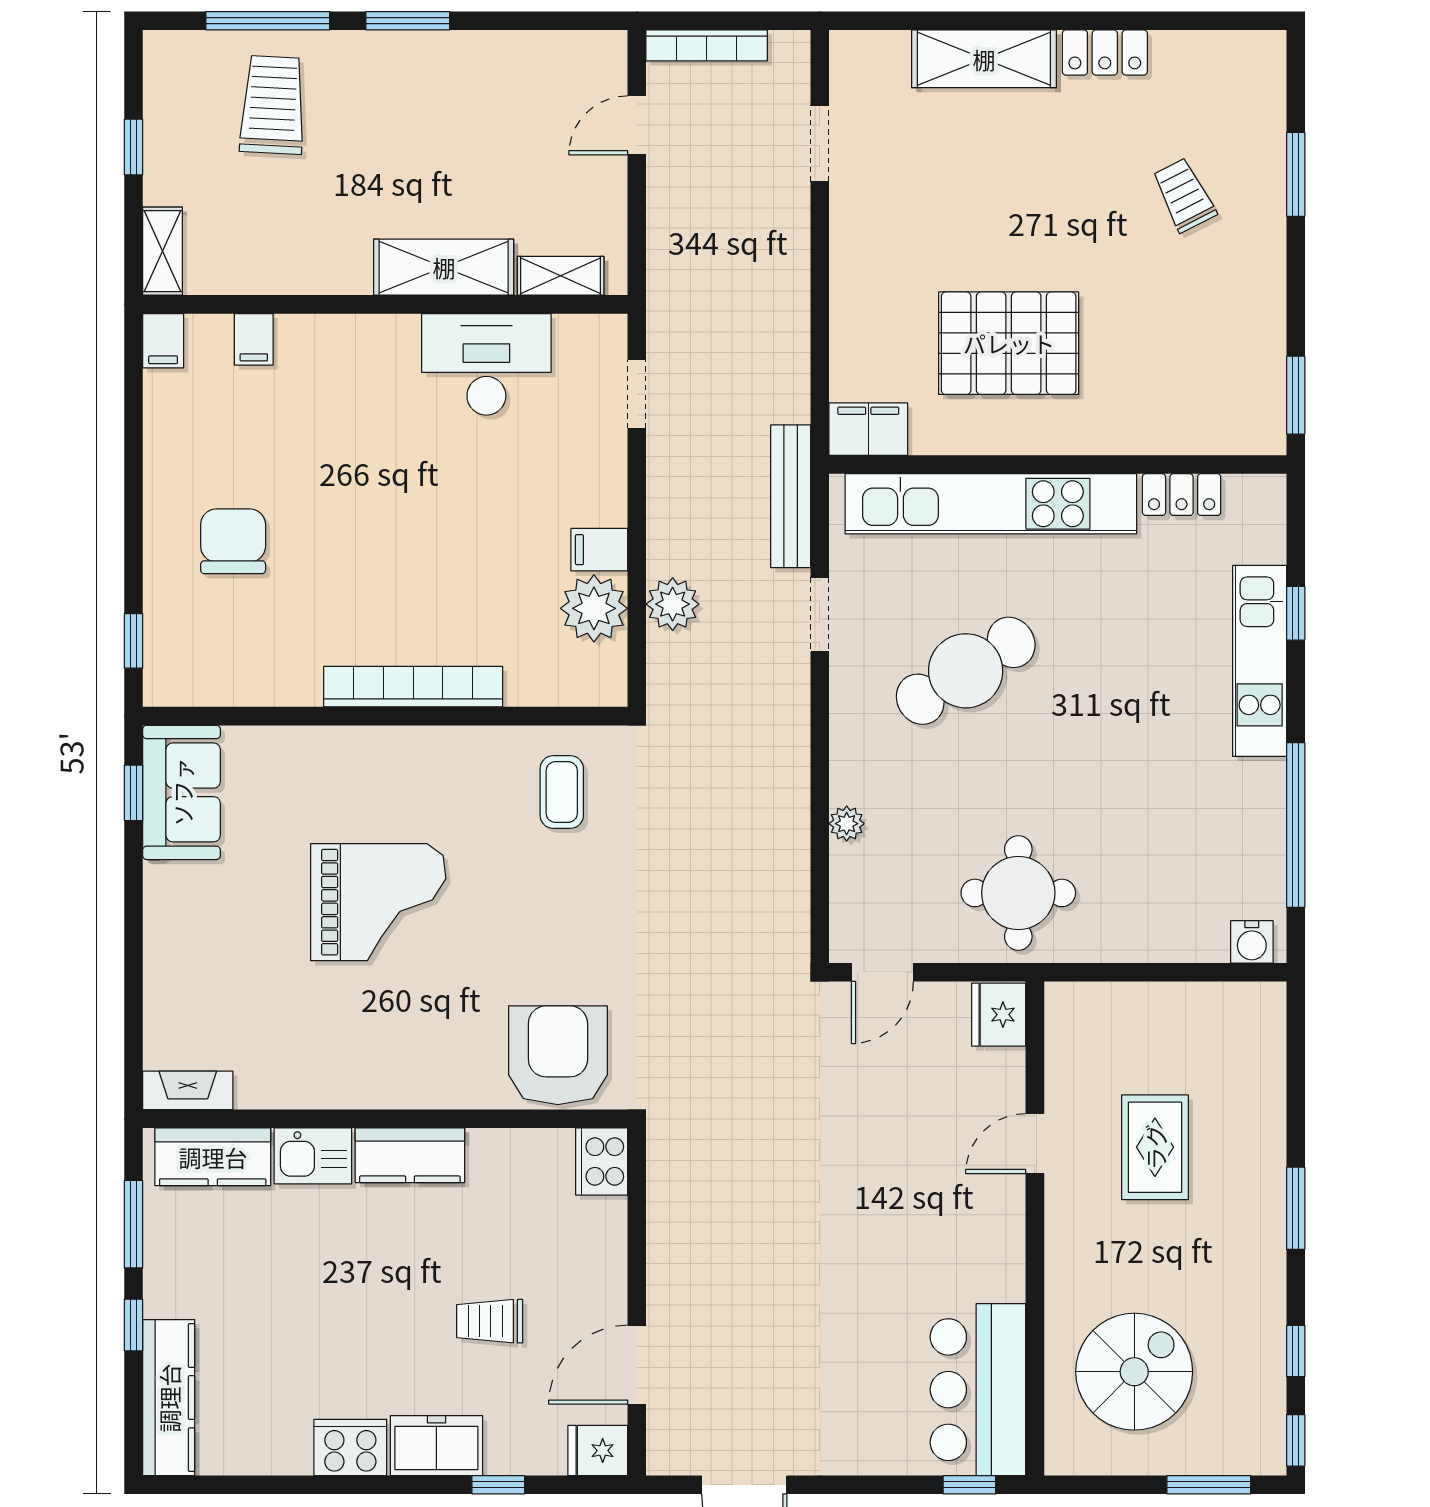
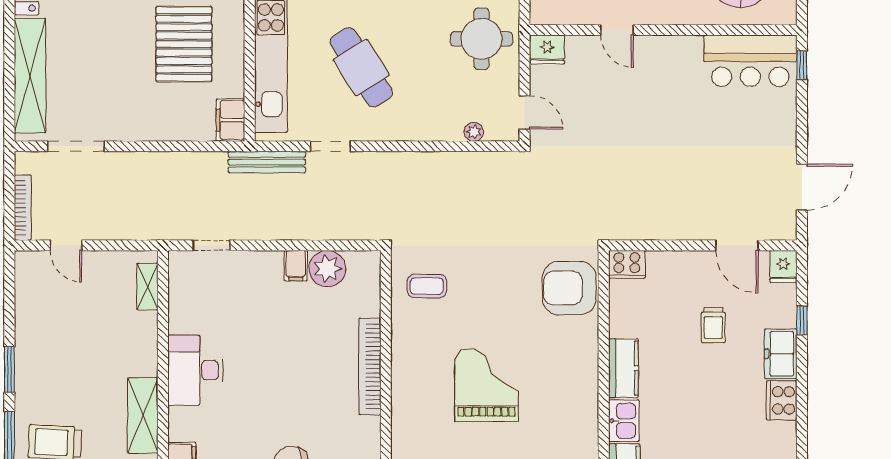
shelving: (984, 59) -> (30, 76), width x1.47
doorway: (820, 144) -> (76, 146), width x1.38
shelving: (444, 267) -> (143, 415), moved
desk: (486, 364) -> (195, 370), moved
plant: (673, 604) -> (325, 226), removed
plant: (847, 824) -> (474, 132), moved

